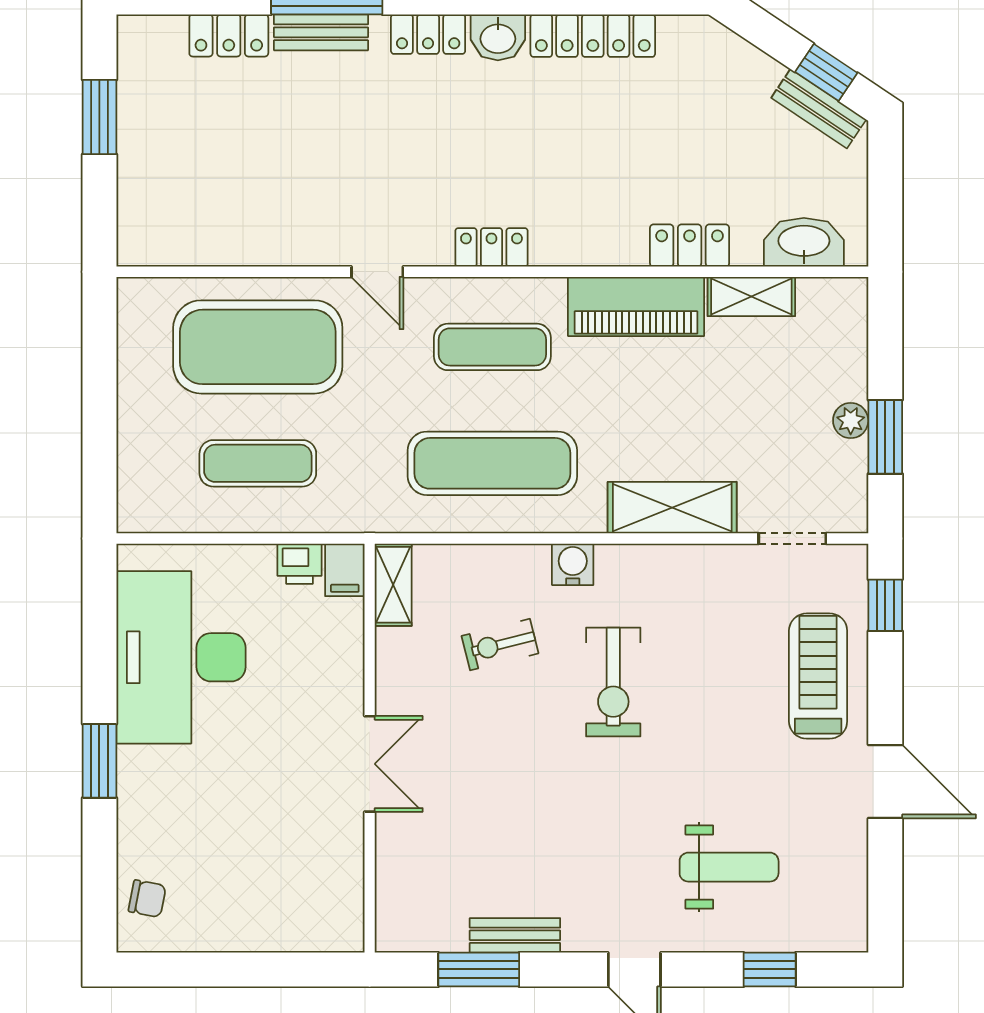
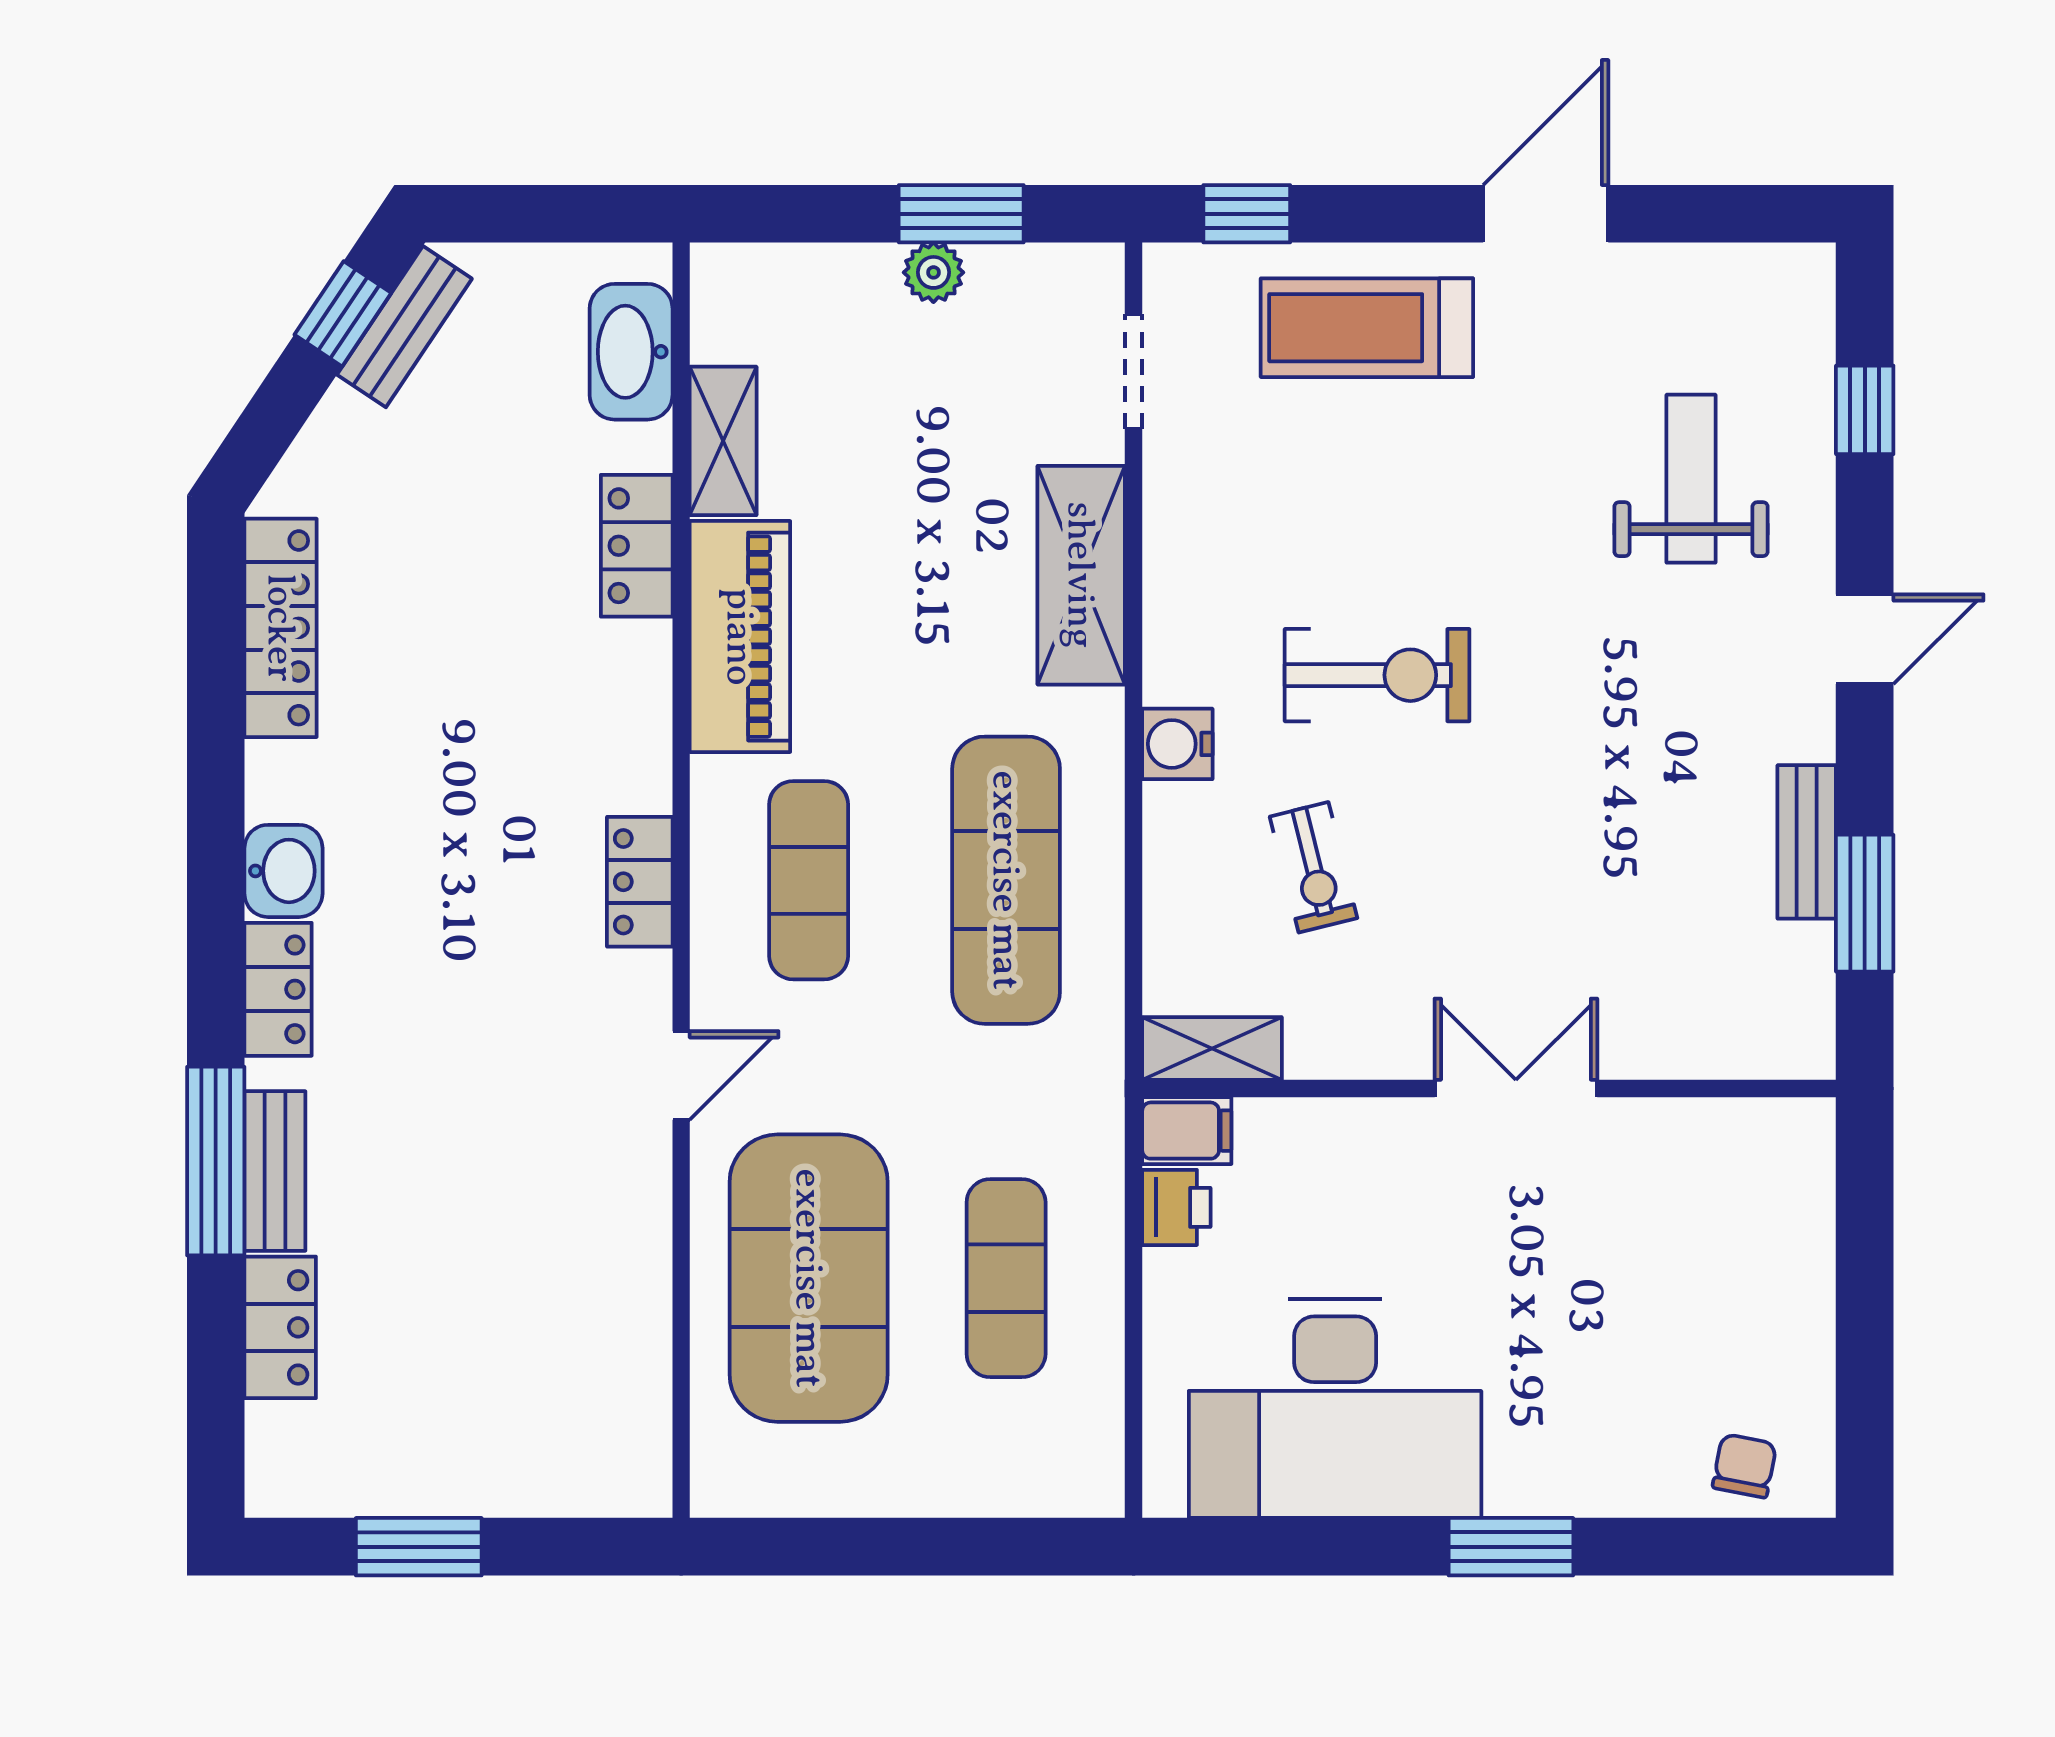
locker: (593, 36) -> (281, 628), moved

